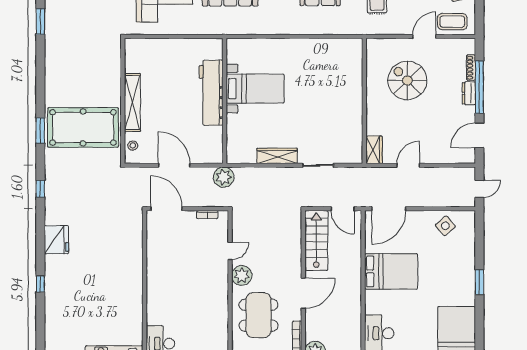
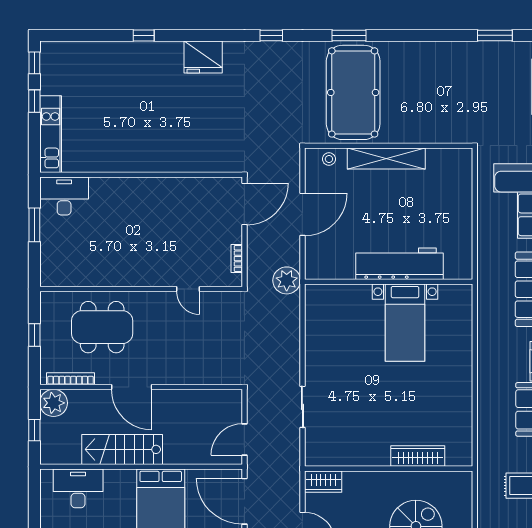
wardrobe: (277, 156) -> (418, 456), moved, turned -90
stairs: (316, 241) -> (122, 449), moved, turned 180
plant: (242, 275) -> (155, 305), removed

